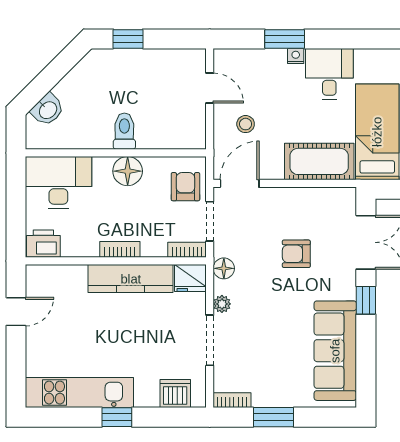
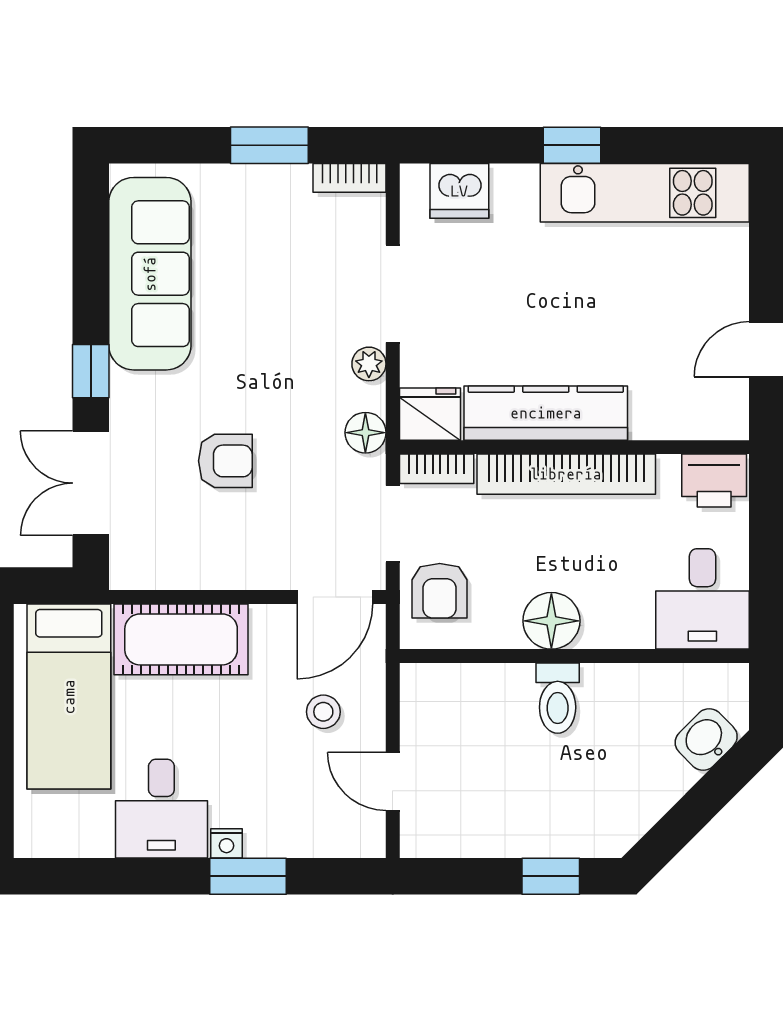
desk: (58, 182) -> (702, 599), width x0.73
bookcase: (120, 249) -> (566, 474), width x2.31, depth x1.31

